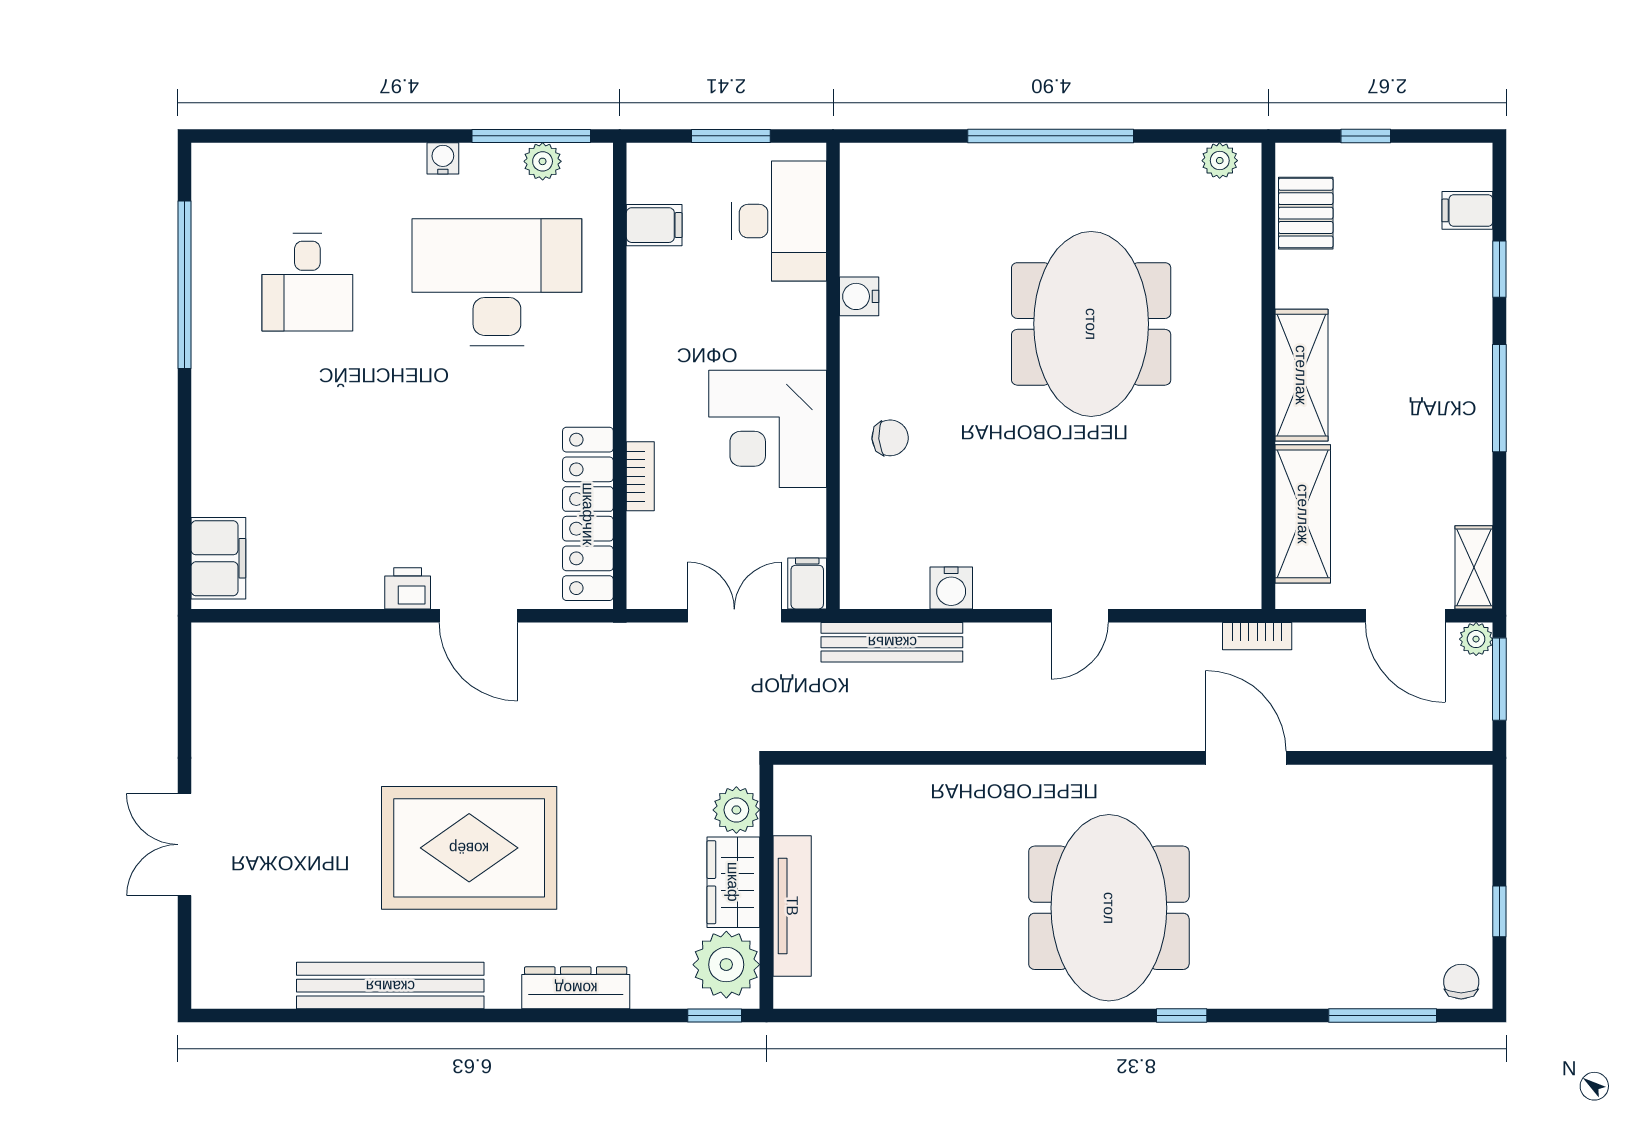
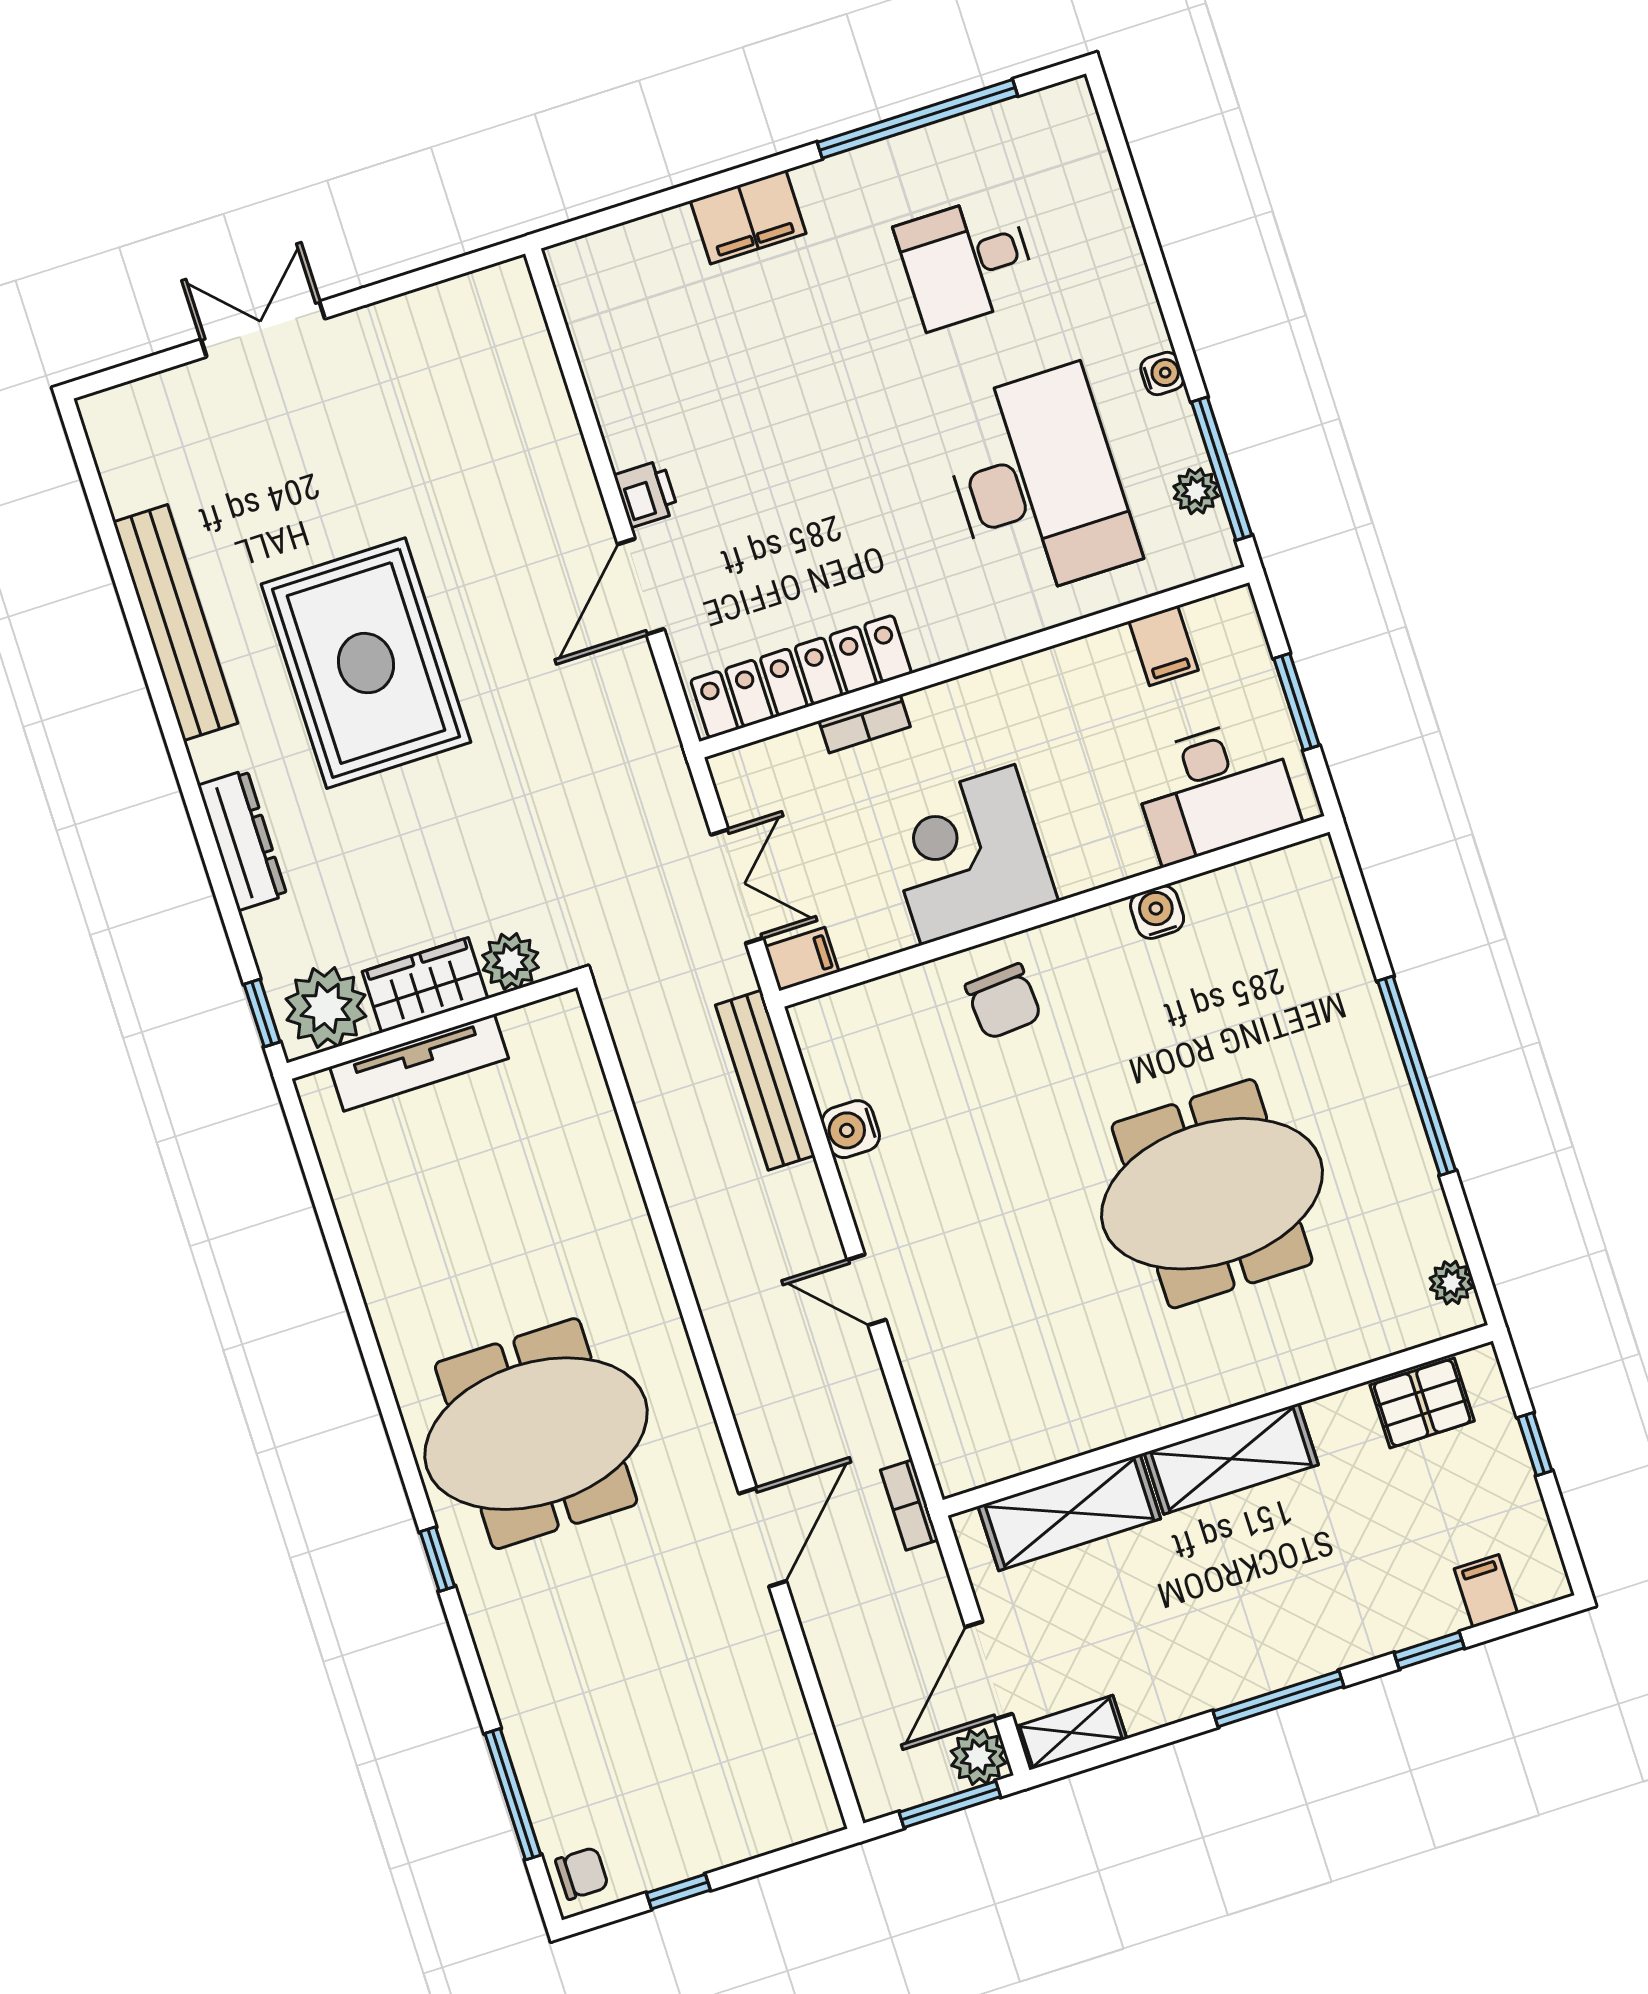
chair: (890, 438) -> (1003, 1001), width x1.37, depth x1.37
filing cabinet: (218, 558) -> (748, 217), moved
plant: (1476, 639) -> (978, 1757), width x1.38, depth x1.38

